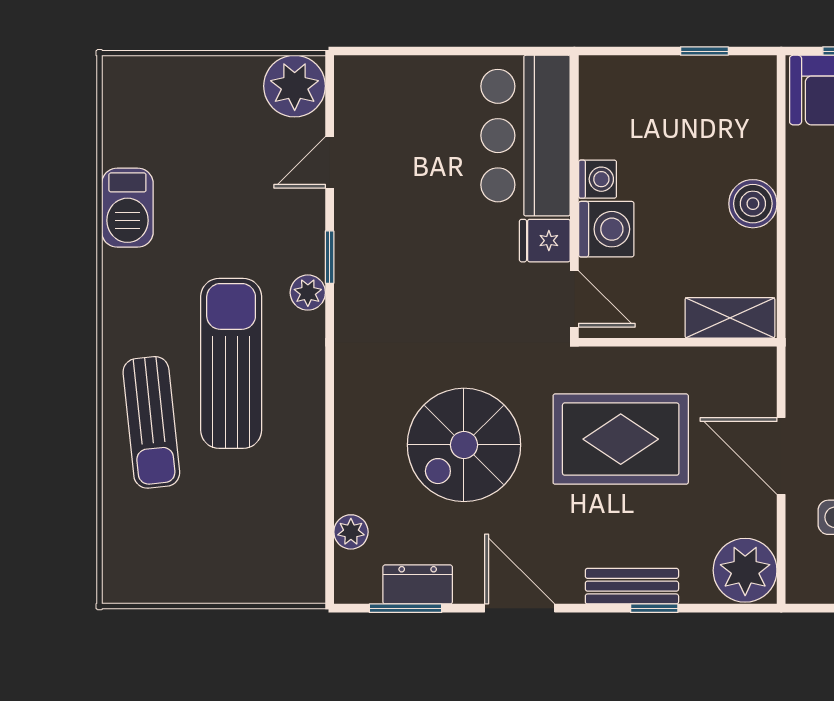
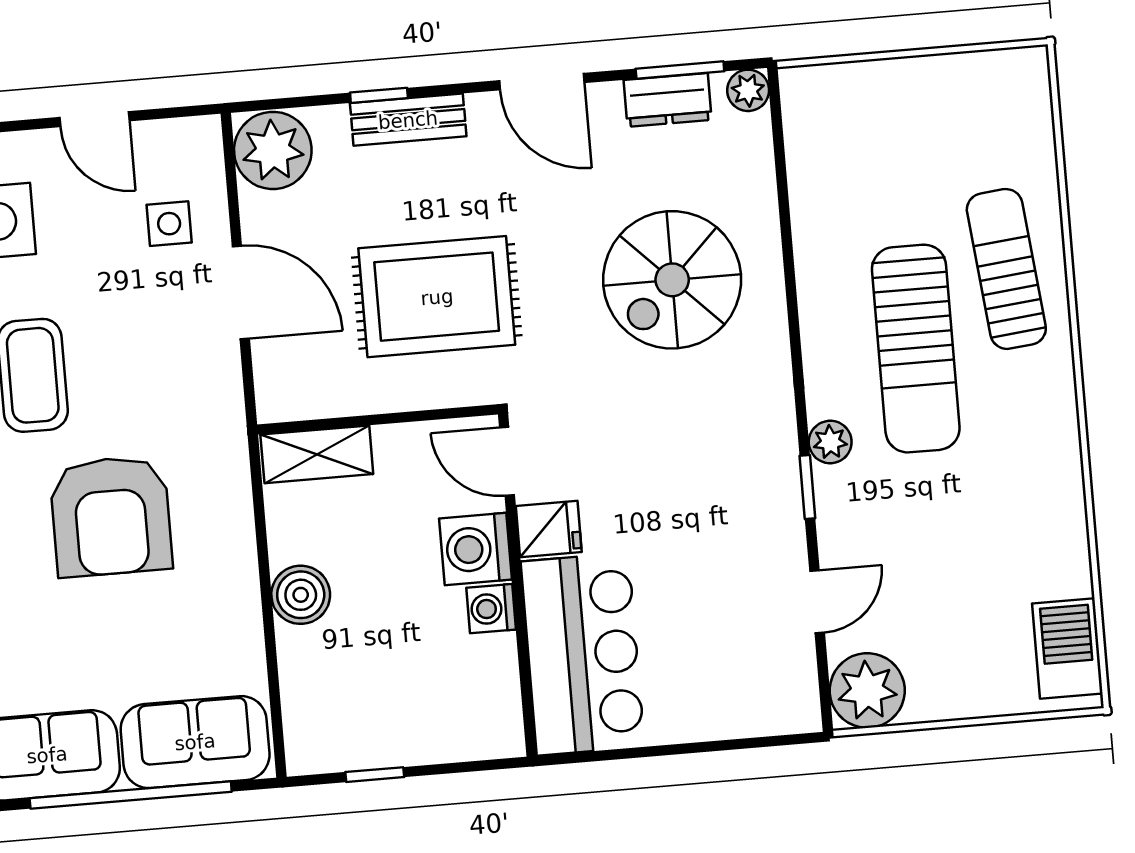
barbecue: (127, 208) -> (1067, 649), moved
spiral stairs: (464, 445) -> (672, 280), moved, turned 180
plant: (351, 532) -> (748, 90), moved

